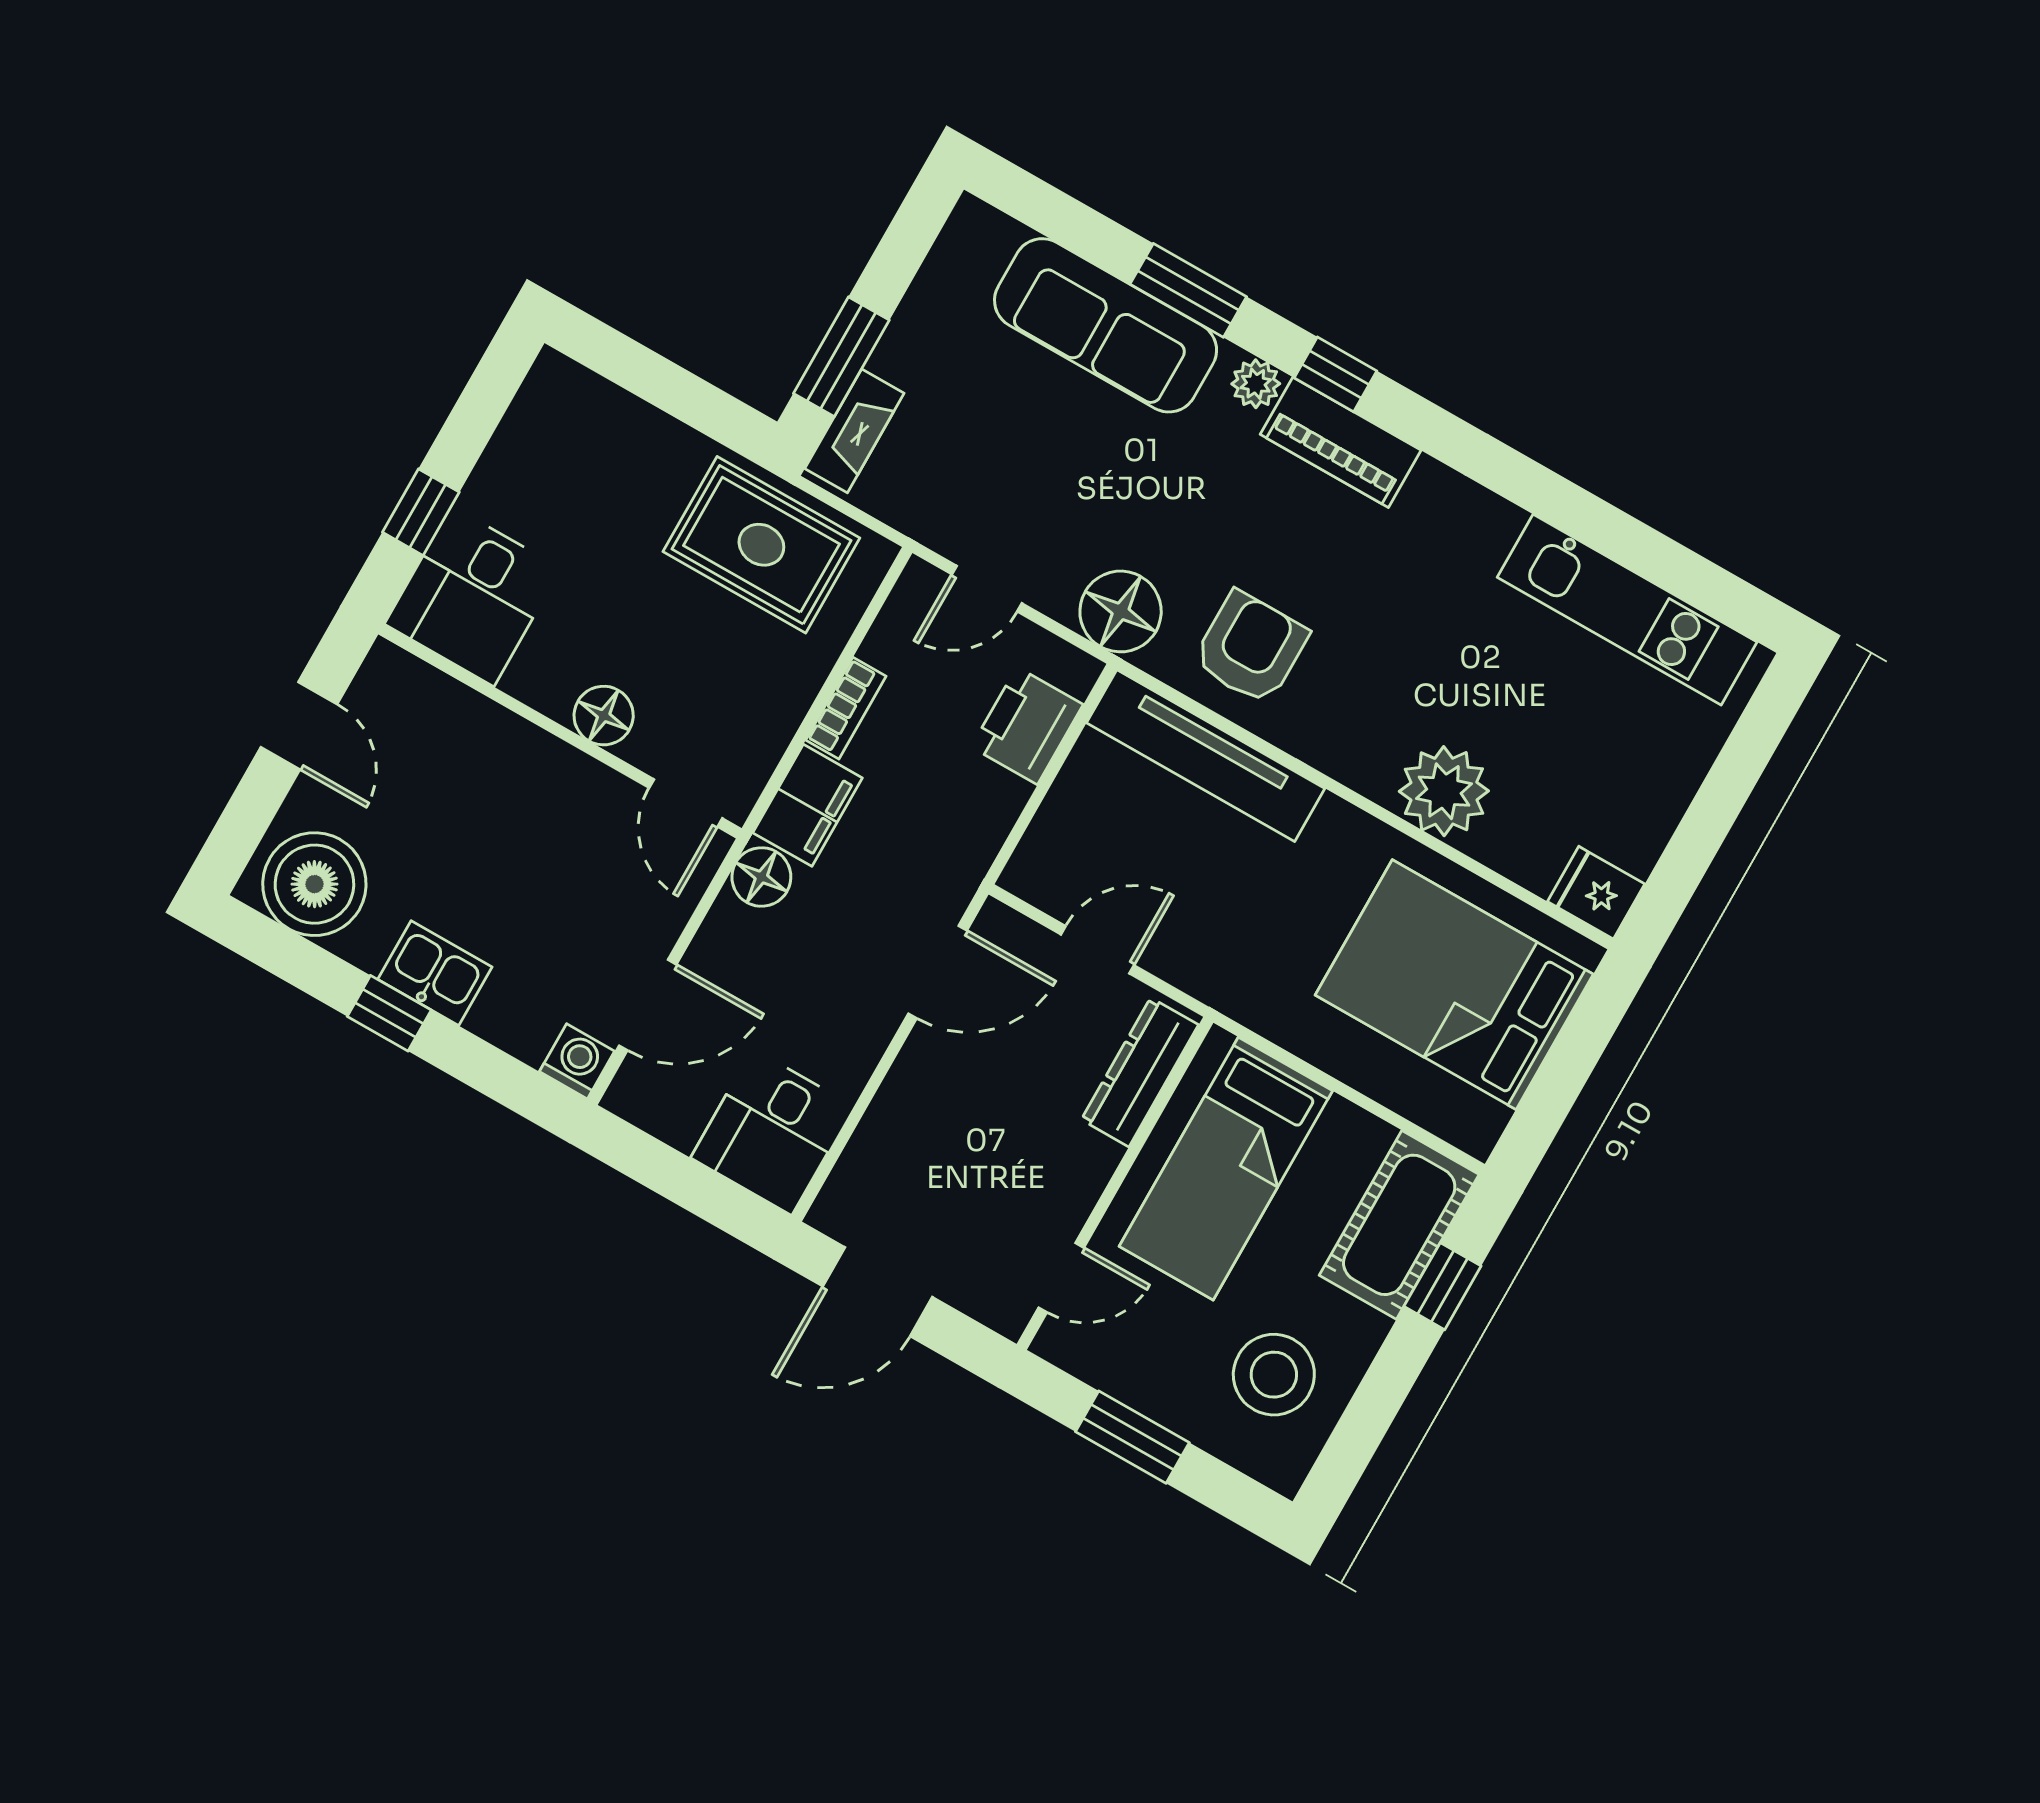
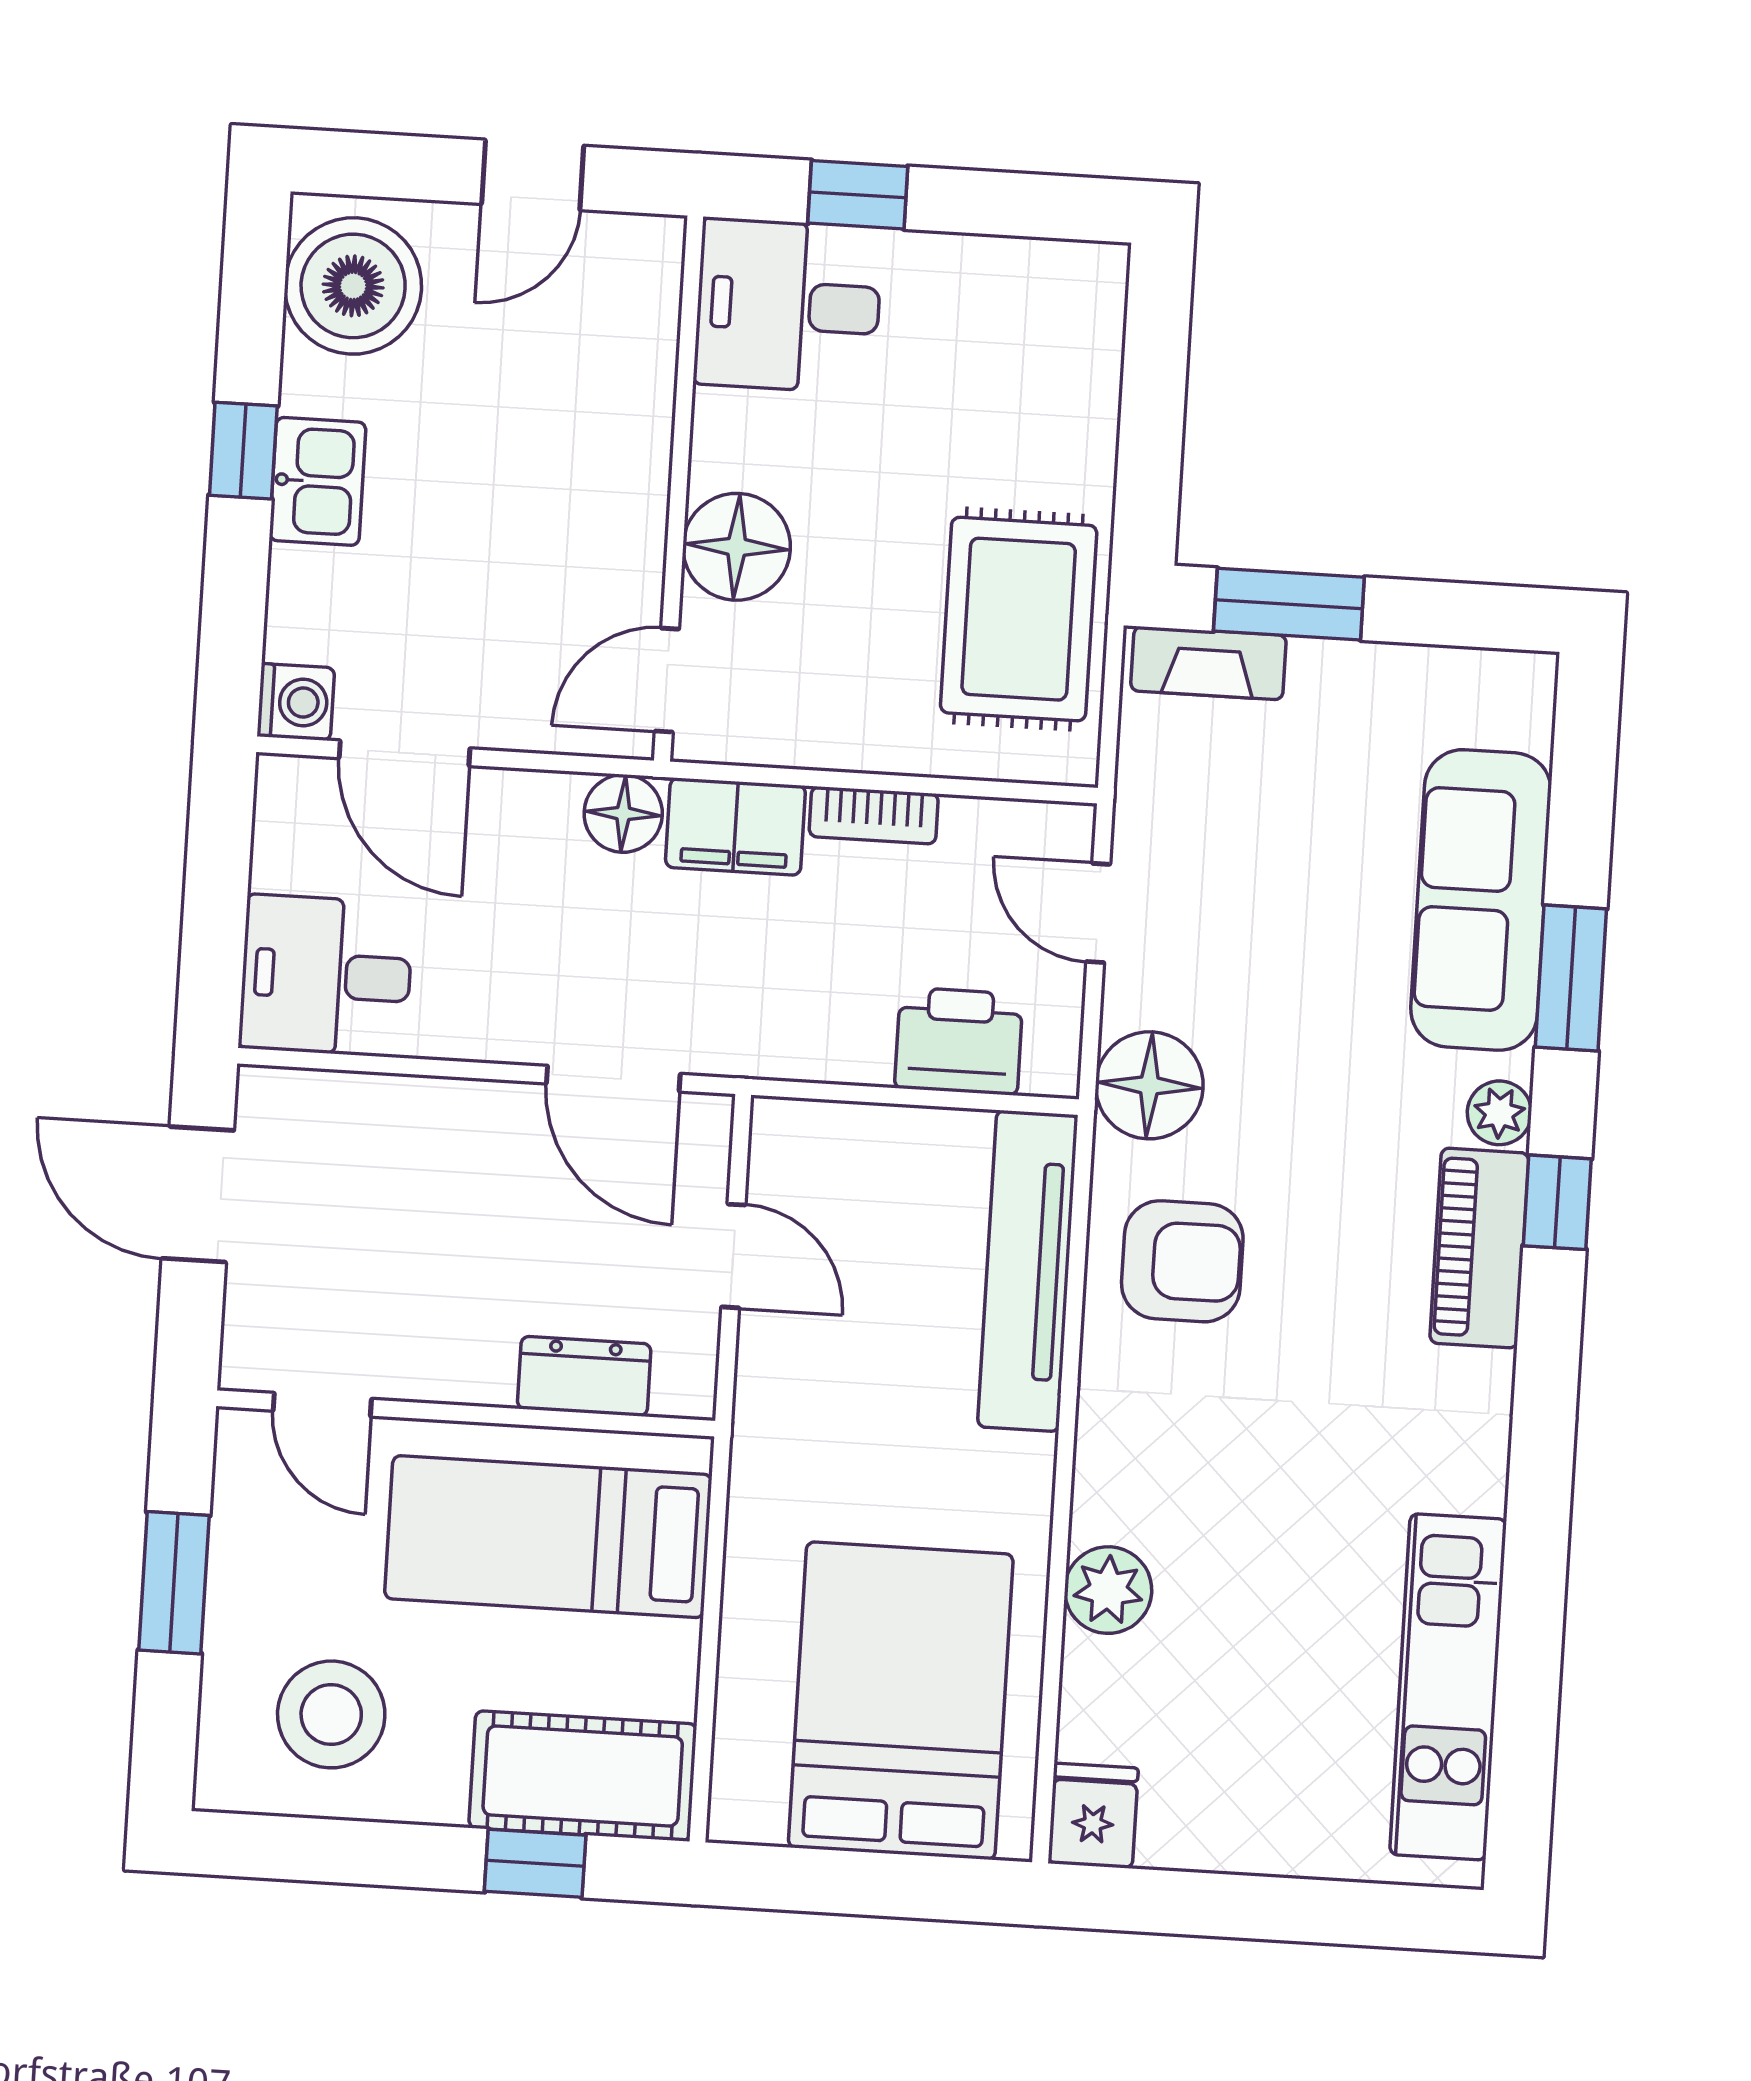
floor lamp: (604, 716) -> (737, 547), width x1.38, depth x1.38
plant: (1444, 791) -> (1108, 1590), width x0.73, depth x0.73
dresser: (1140, 1072) -> (584, 1376), width x0.70

